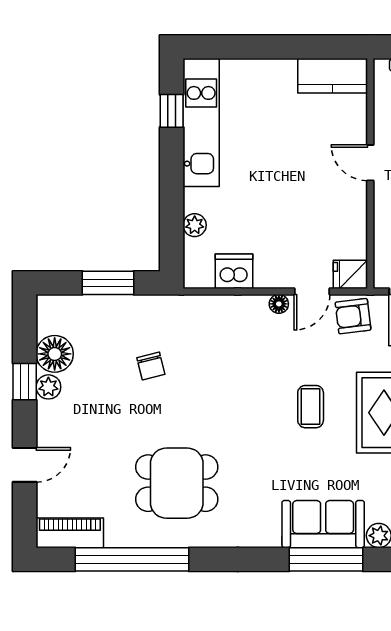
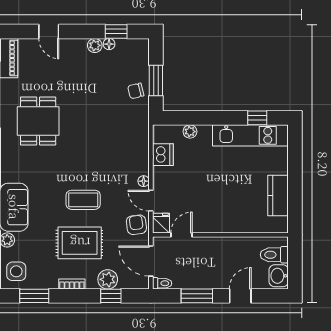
kitchen counter: (333, 76) -> (278, 196), moved
door: (370, 163) -> (181, 235), moved
floor lamp: (55, 354) -> (109, 44), width x0.53, depth x0.53
chair: (151, 366) -> (136, 91), moved
window: (25, 382) -> (116, 31), moved
coffee table: (311, 407) -> (83, 200), width x1.36, depth x1.30

